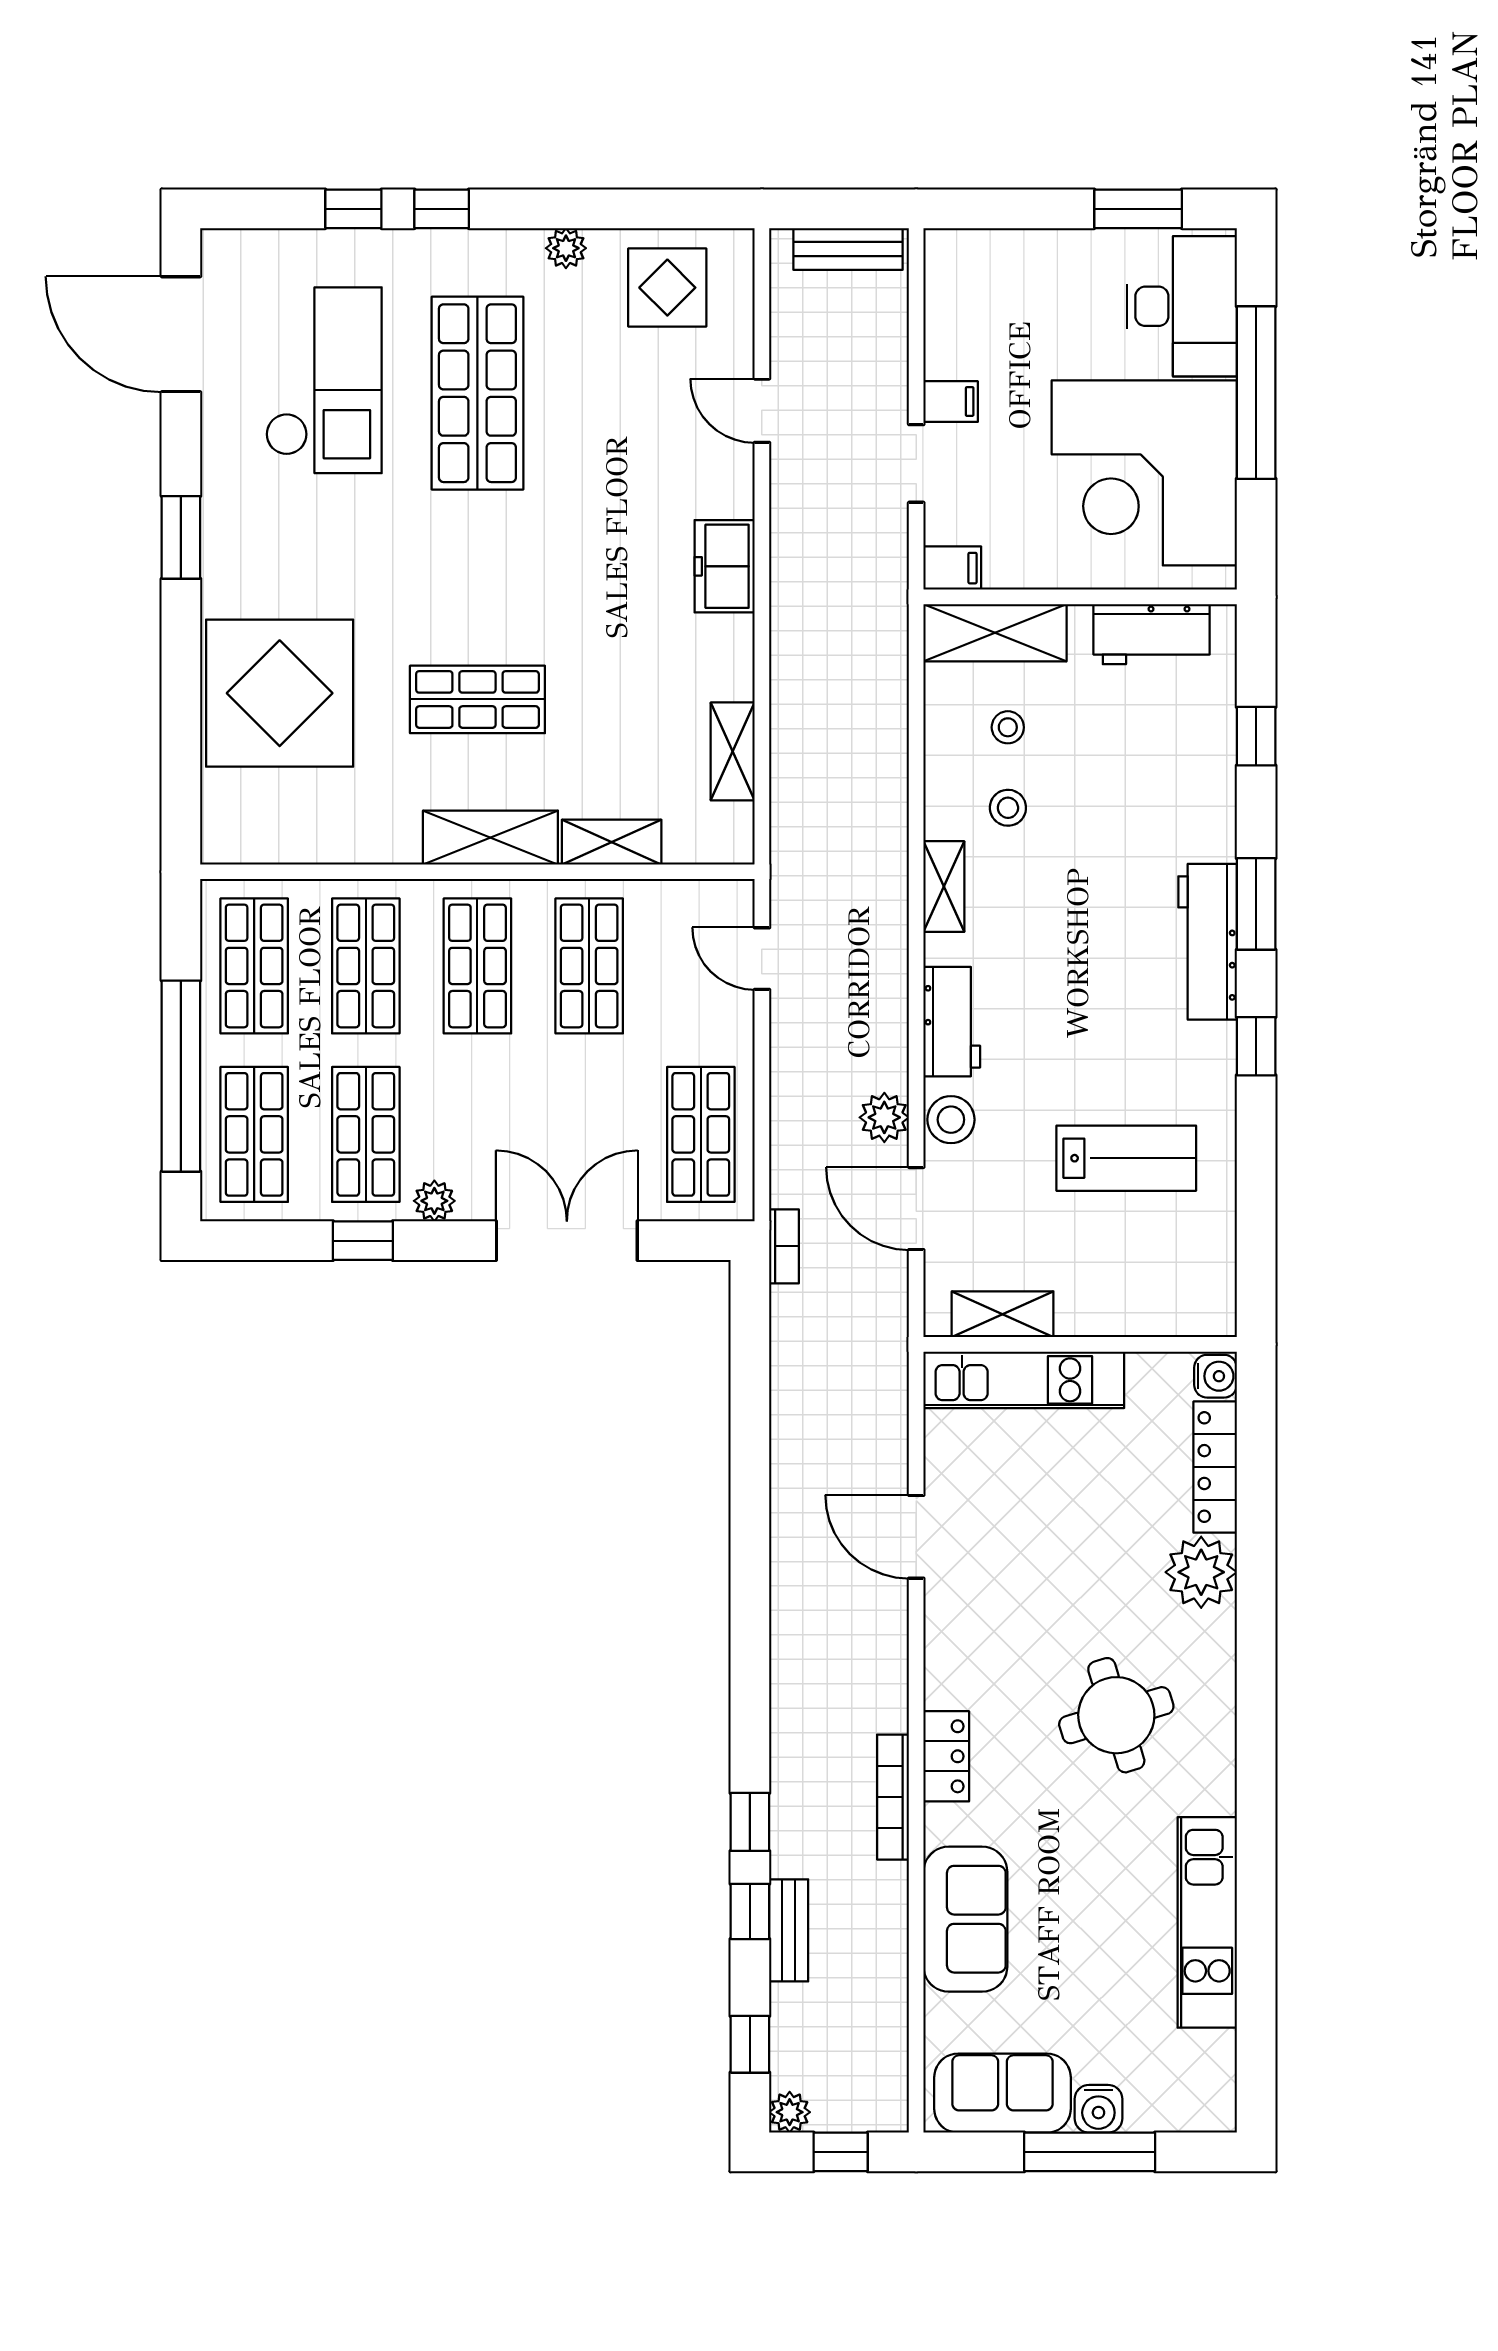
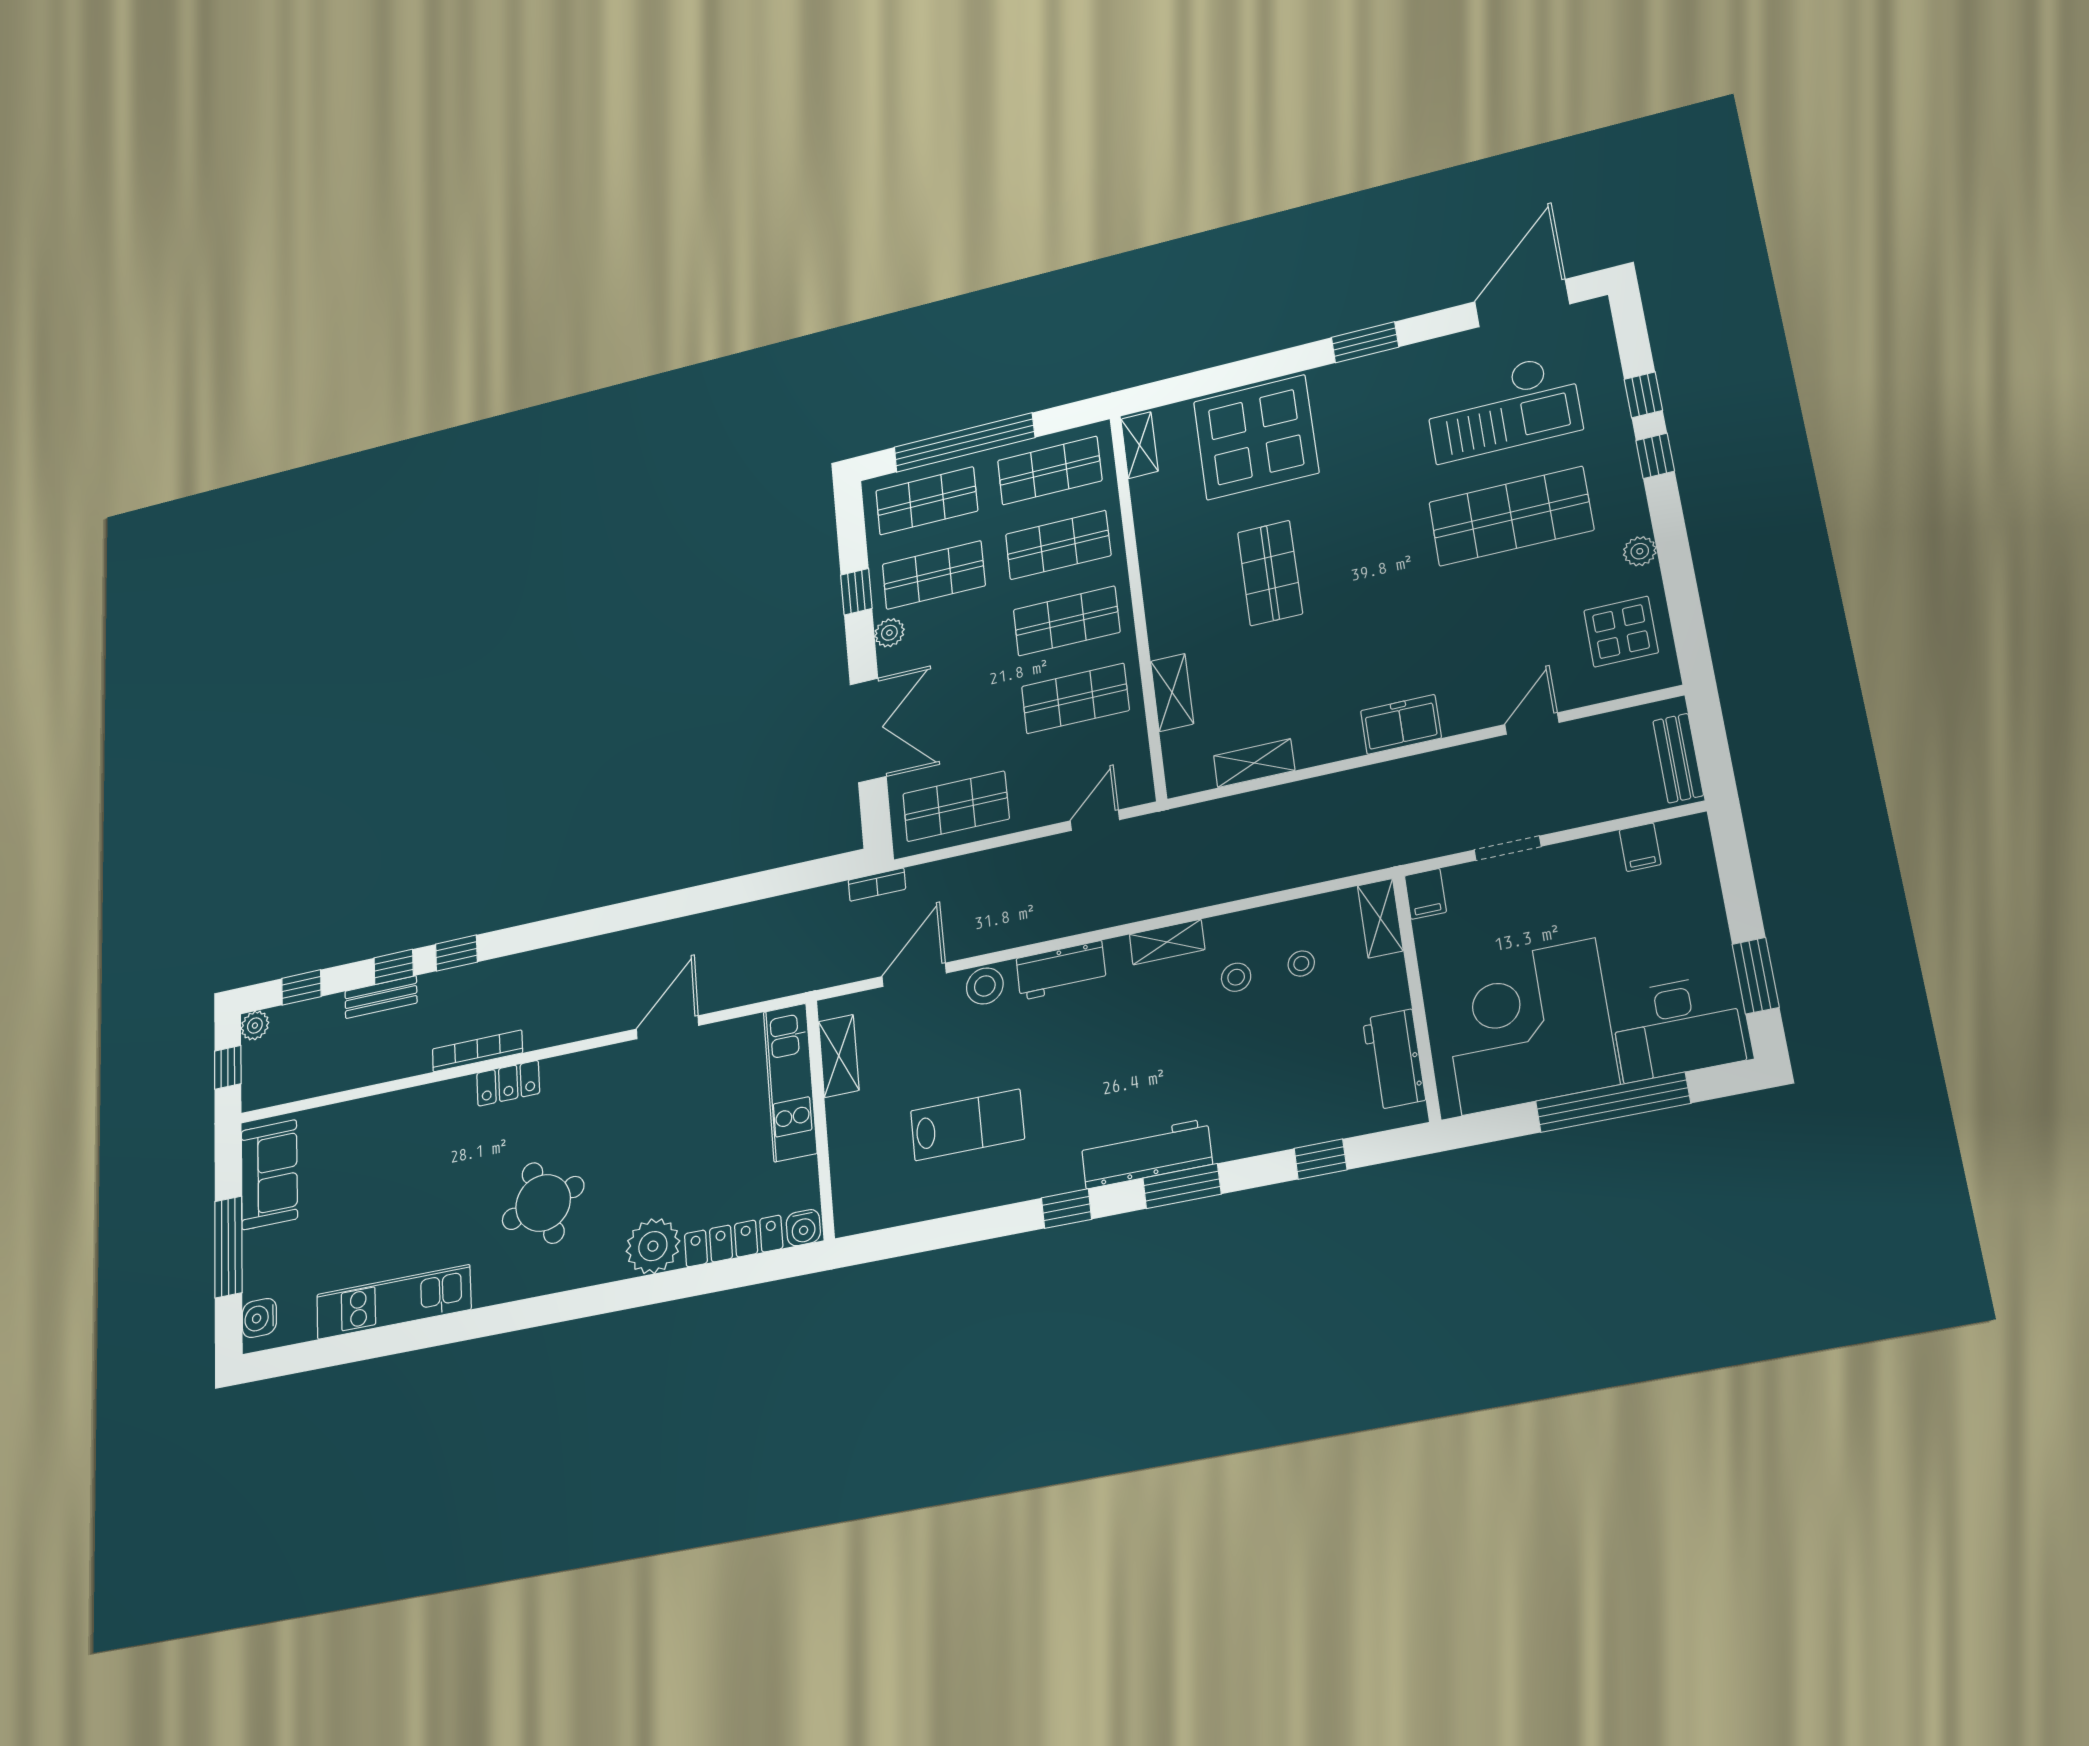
filing cabinet: (951, 402) -> (1640, 847), moved
shelving: (995, 633) -> (1380, 918), width x0.67, depth x0.75
shelving: (490, 838) -> (1140, 445), moved, width x0.67, depth x0.75
plant: (884, 1117) -> (982, 936), removed
lab bench: (1126, 1158) -> (967, 1125), turned -90
sofa: (965, 1919) -> (392, 1122), removed
water cooler: (1098, 2109) -> (259, 1318), moved

